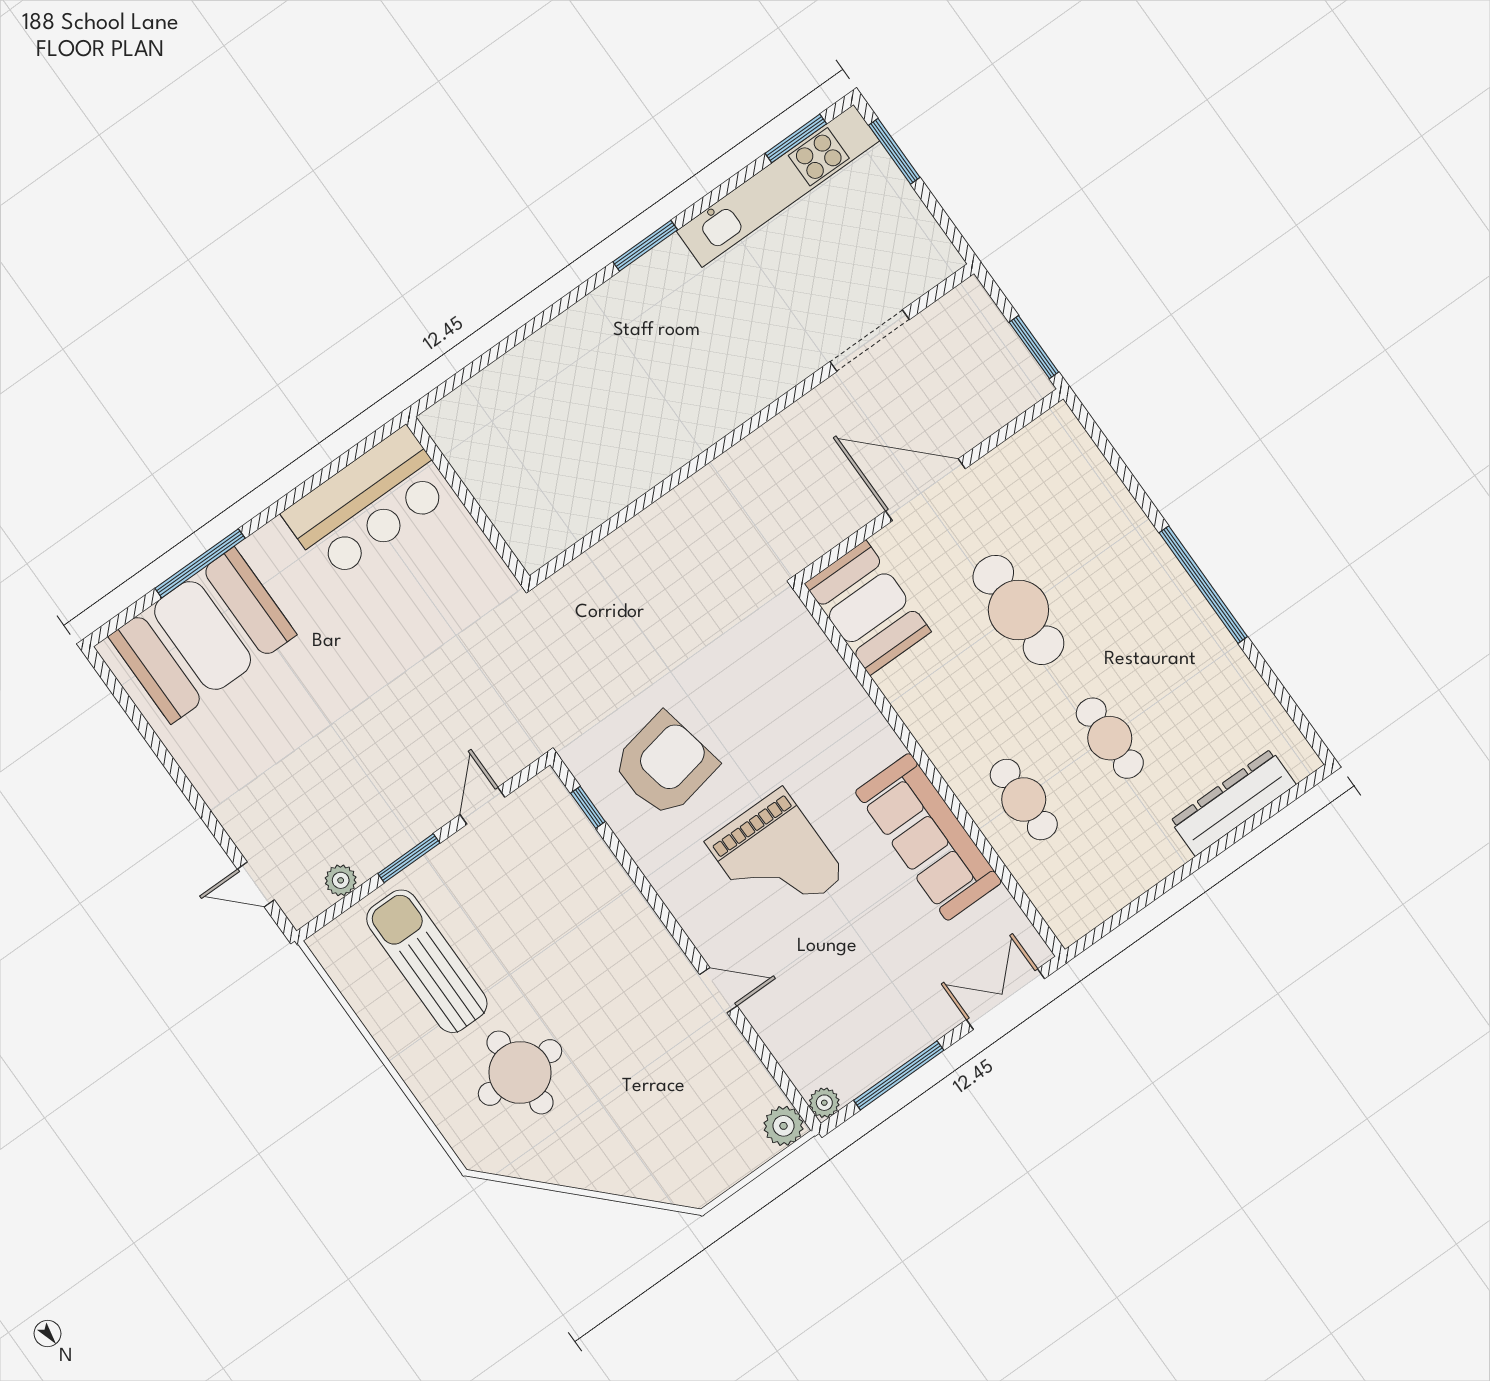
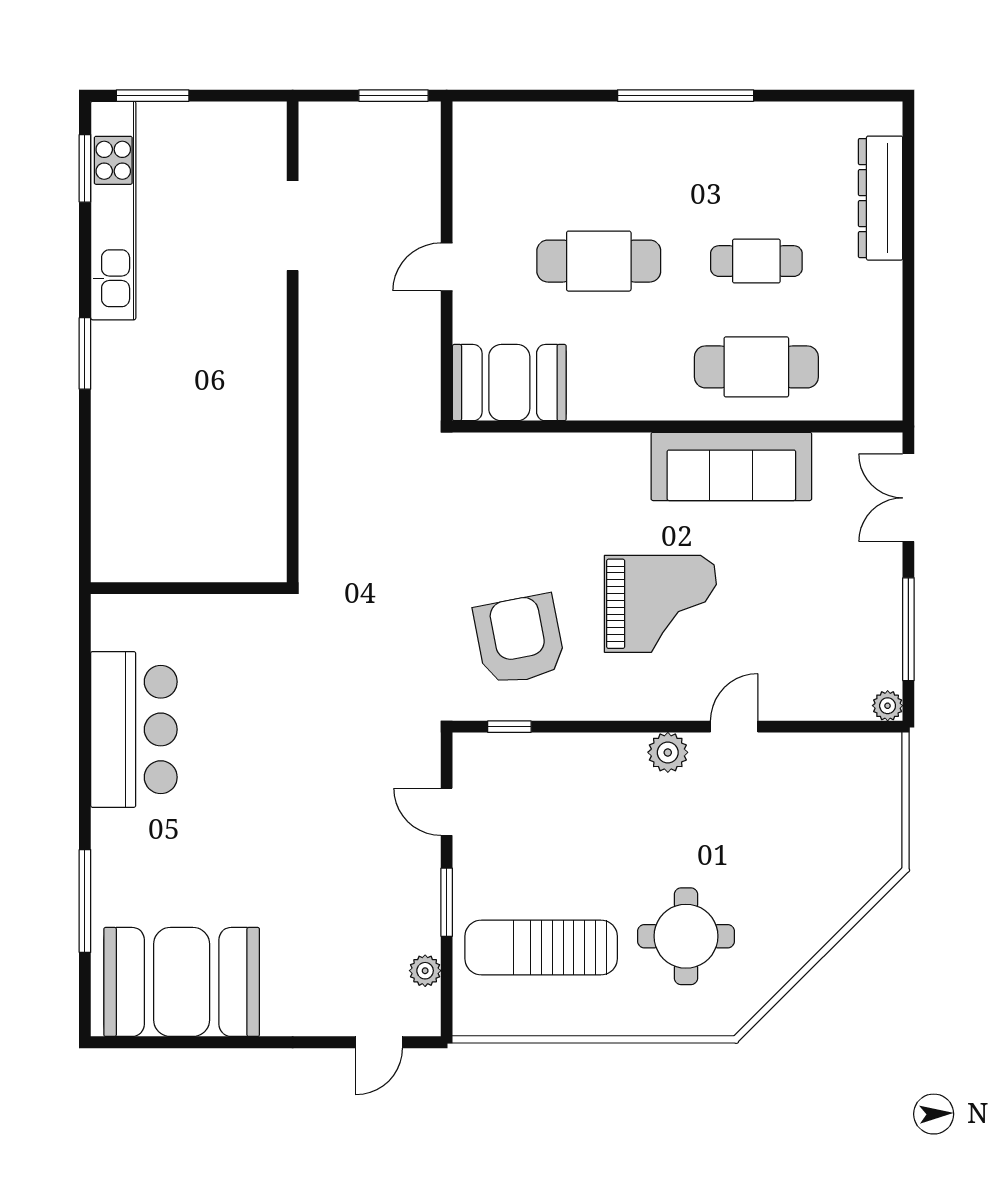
door: (925, 490) -> (447, 267), width x0.53
wall: (468, 500) -> (189, 588), moved
booth: (203, 636) -> (182, 982), moved, turned 90
cafe table: (1024, 800) -> (756, 367), width x1.37, depth x1.35
plant: (784, 1126) -> (668, 752), moved

